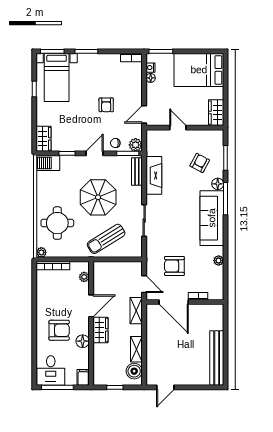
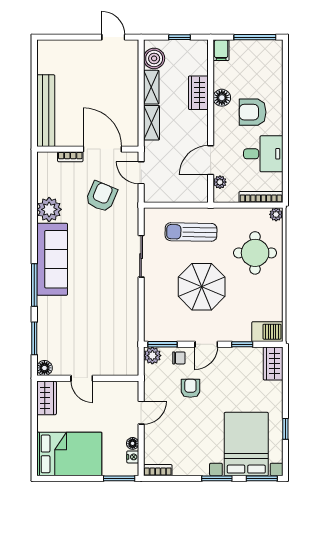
bed with nightstands: (57, 77) -> (246, 444), width x1.36
armchair: (106, 105) -> (190, 388), moved
door: (144, 114) -> (141, 413), moved
door: (178, 128) -> (82, 378), moved
armchair: (200, 163) -> (68, 332), removed
bench: (137, 172) -> (151, 321), removed
fireplace: (154, 175) -> (128, 315), removed
floor lamp: (218, 184) -> (44, 368), moved
sun lounger: (106, 239) -> (191, 232), turned -147
plant: (219, 261) -> (49, 209), width x1.88, depth x1.88
armchair: (174, 266) -> (101, 196), turned -67
door: (91, 306) -> (211, 160), moved
shelving: (136, 311) -> (151, 123), moved
wardrobe: (100, 330) -> (198, 93), moved
bench: (217, 358) -> (46, 111), moved
desk: (51, 370) -> (263, 154), moved, turned 90
door: (165, 387) -> (113, 37), hinge flipped

